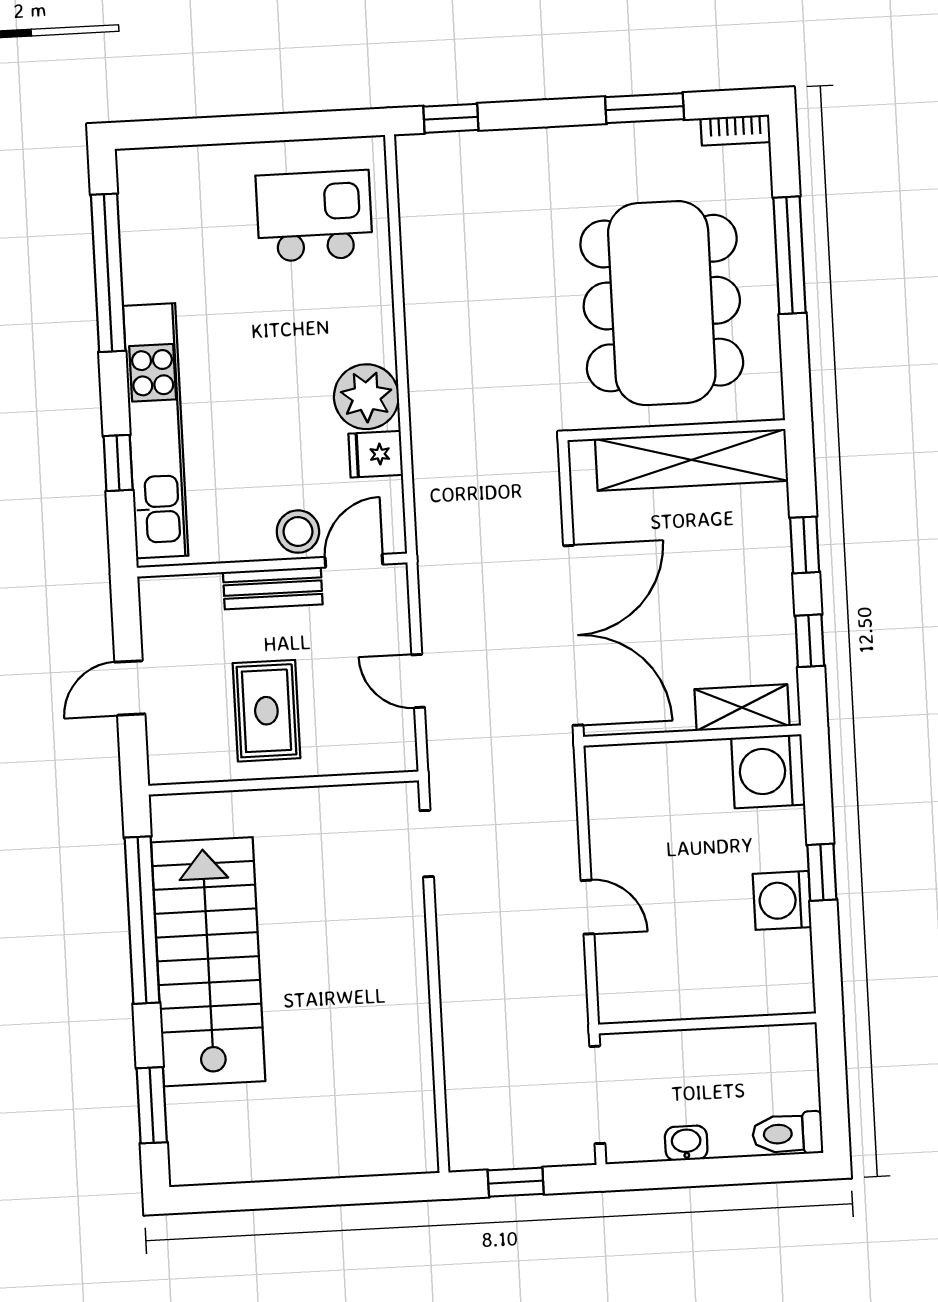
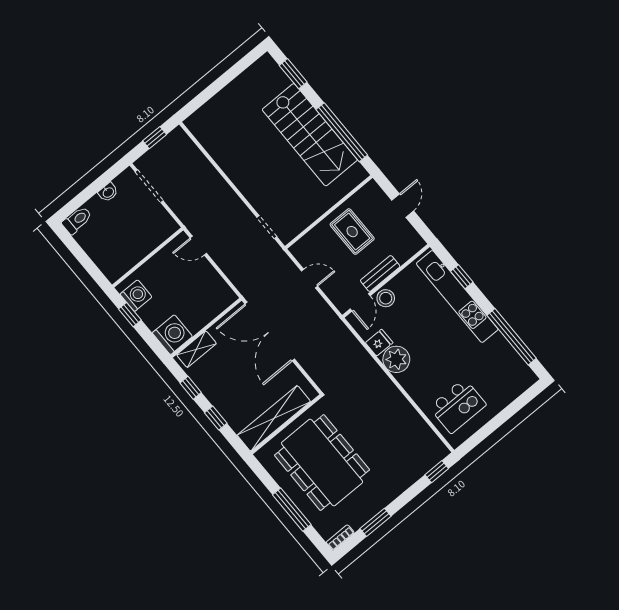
wall: (707, 1023) -> (148, 257), moved

